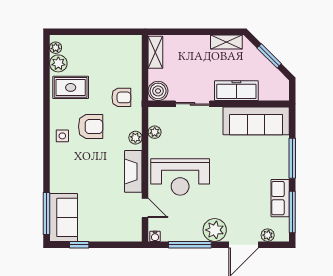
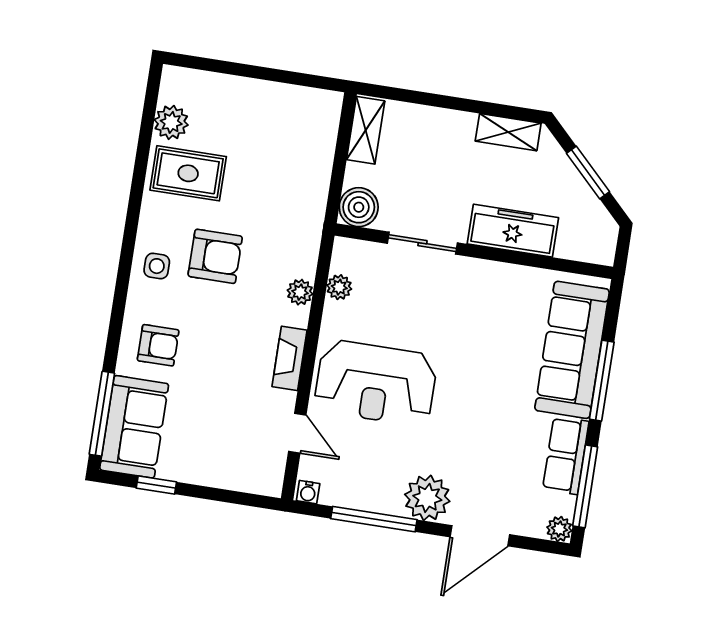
plant: (56, 48) -> (171, 91), removed
armchair: (121, 97) -> (158, 345), moved
sofa: (256, 121) -> (572, 350), moved, turned 90
fireplace: (133, 171) -> (290, 358), width x0.73, depth x0.76
plant: (268, 235) -> (559, 529), moved

